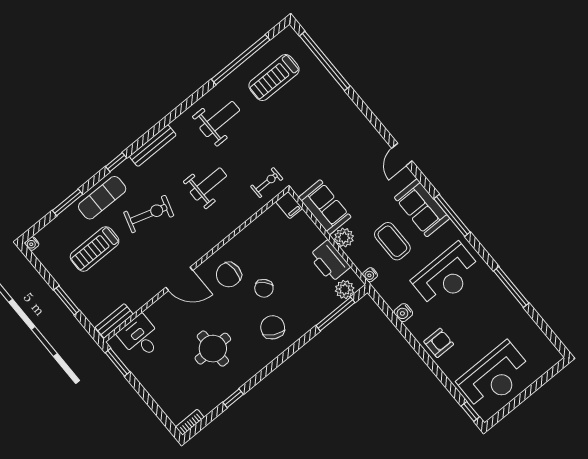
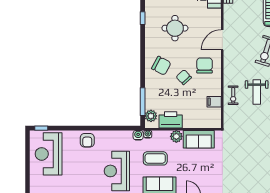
exercise bike: (267, 183) -> (233, 95), moved
filing cabinet: (289, 205) -> (214, 102), moved
water cooler: (403, 313) -> (138, 135), moved

